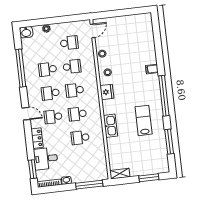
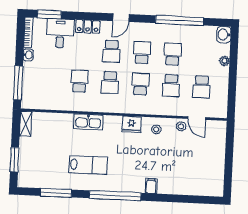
door: (92, 31) -> (197, 118), moved
school desk: (77, 114) -> (110, 83), turned 180
school desk: (53, 117) -> (111, 51), turned 180

